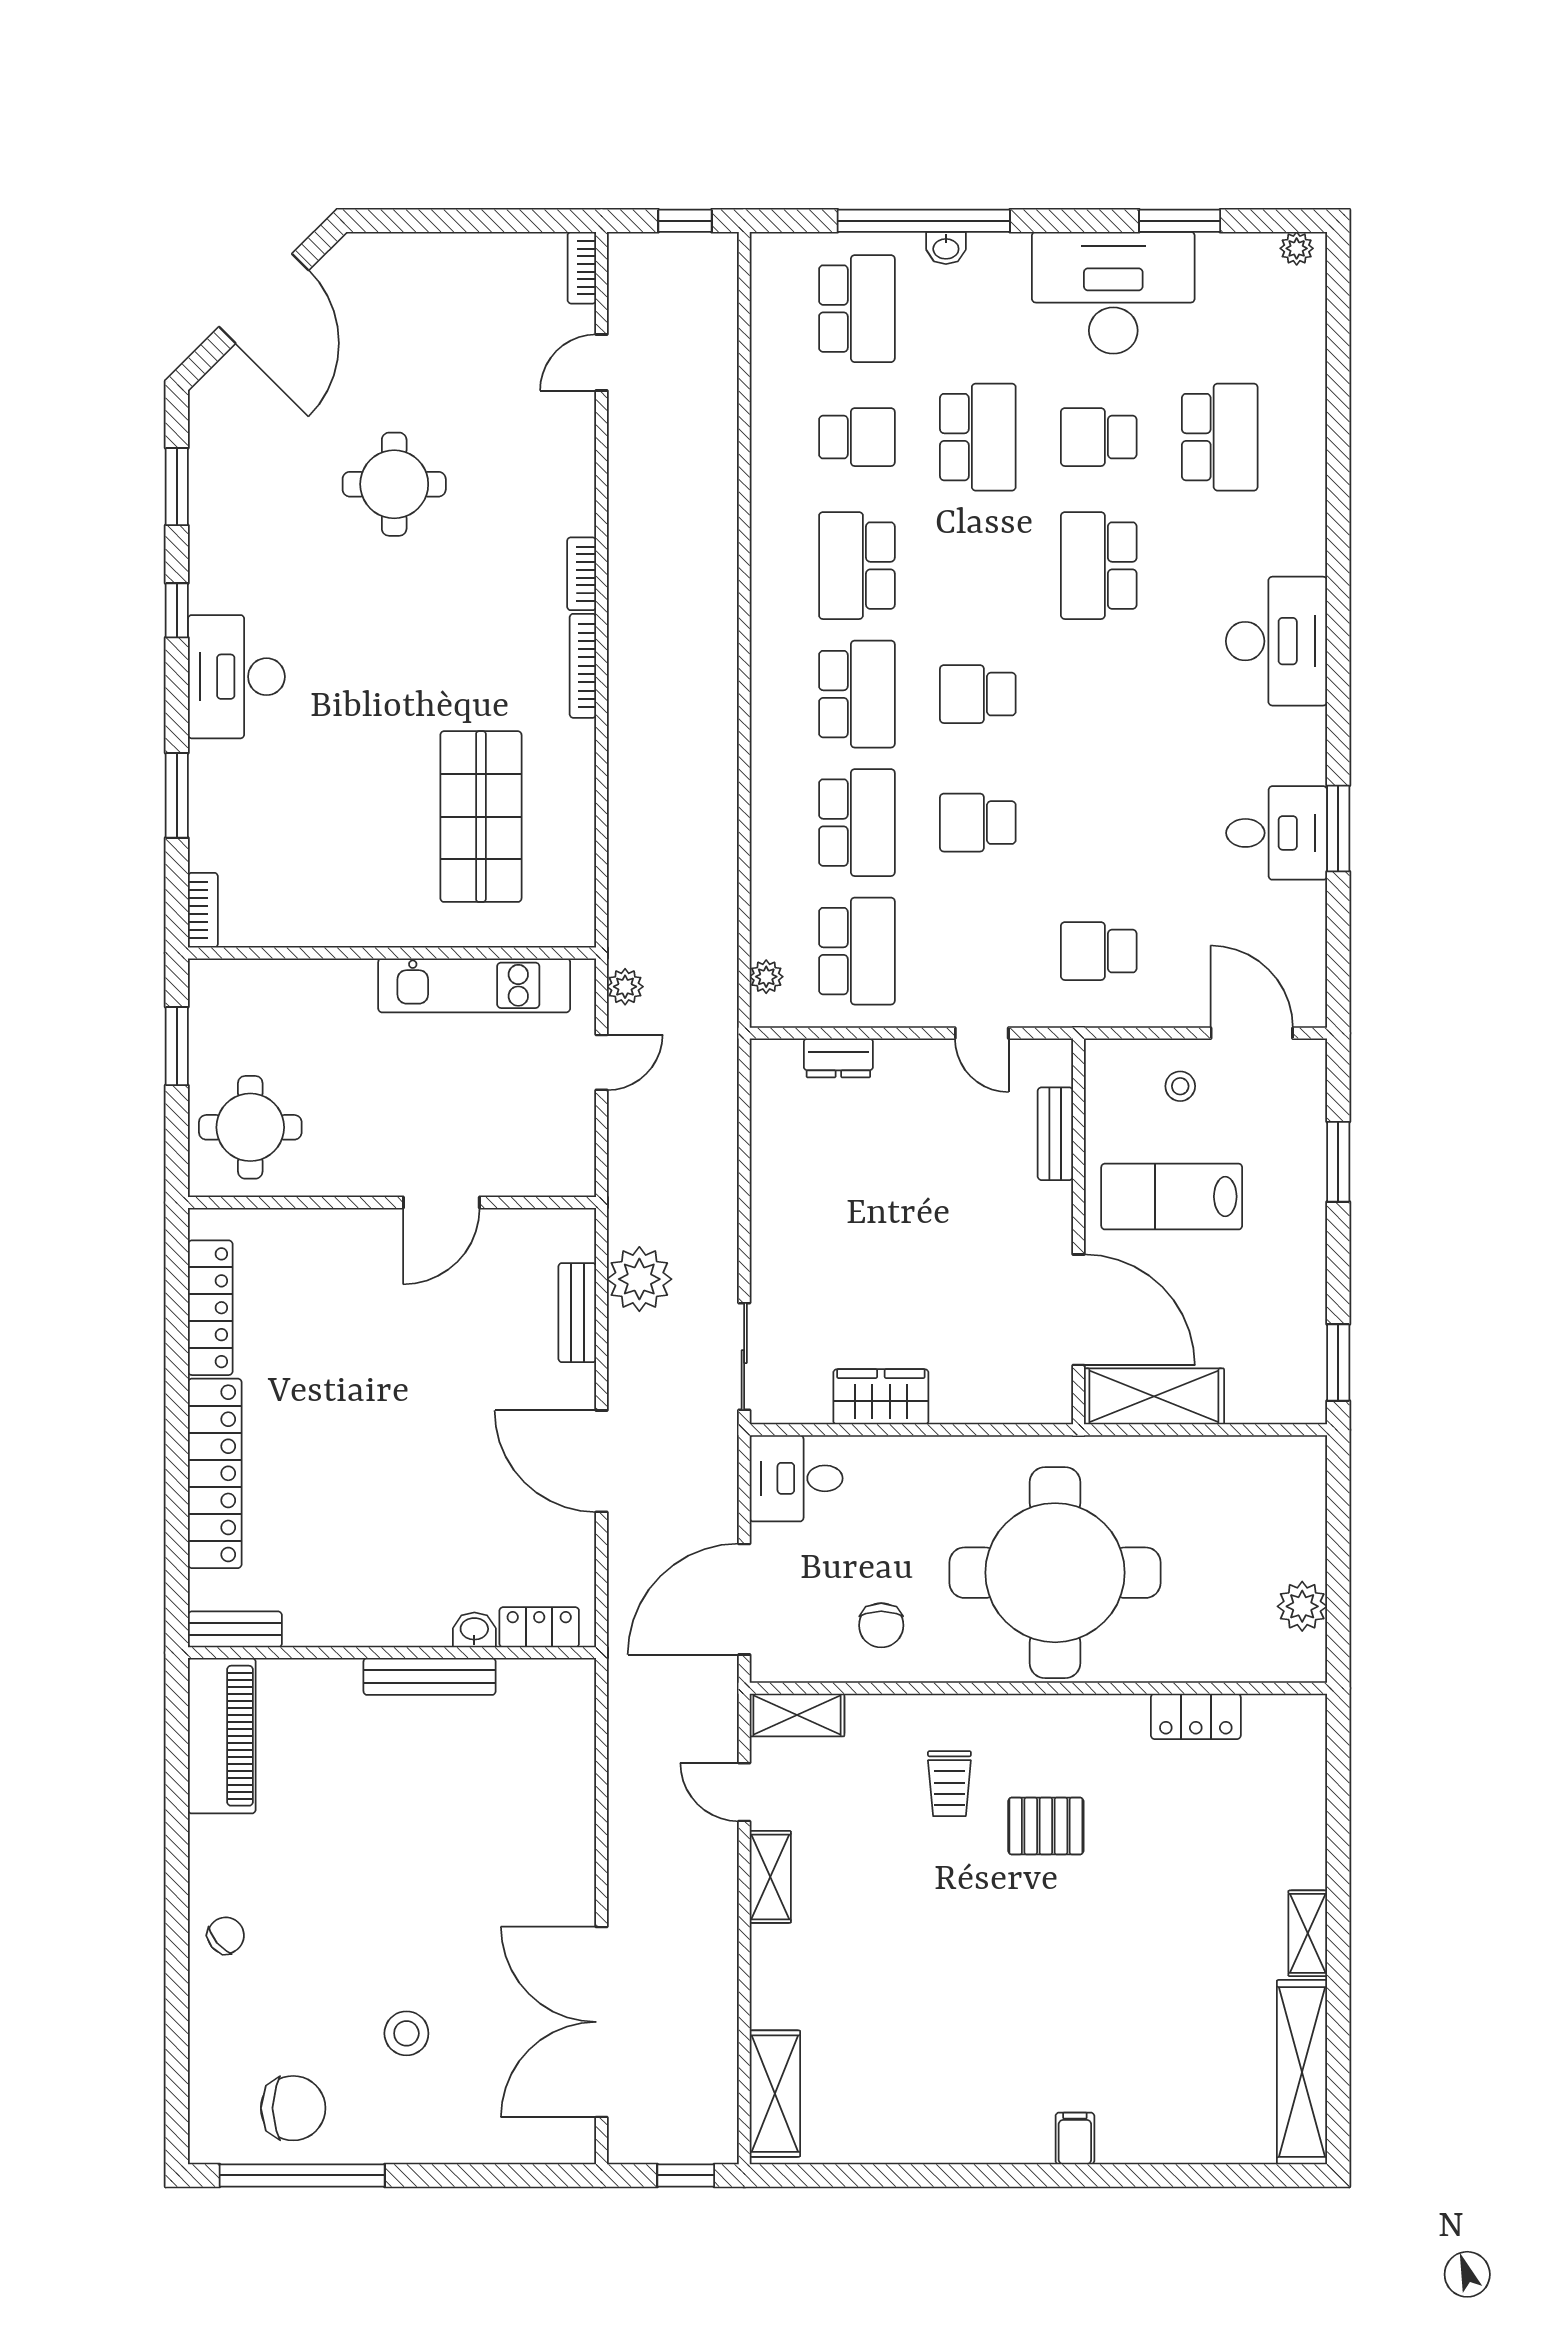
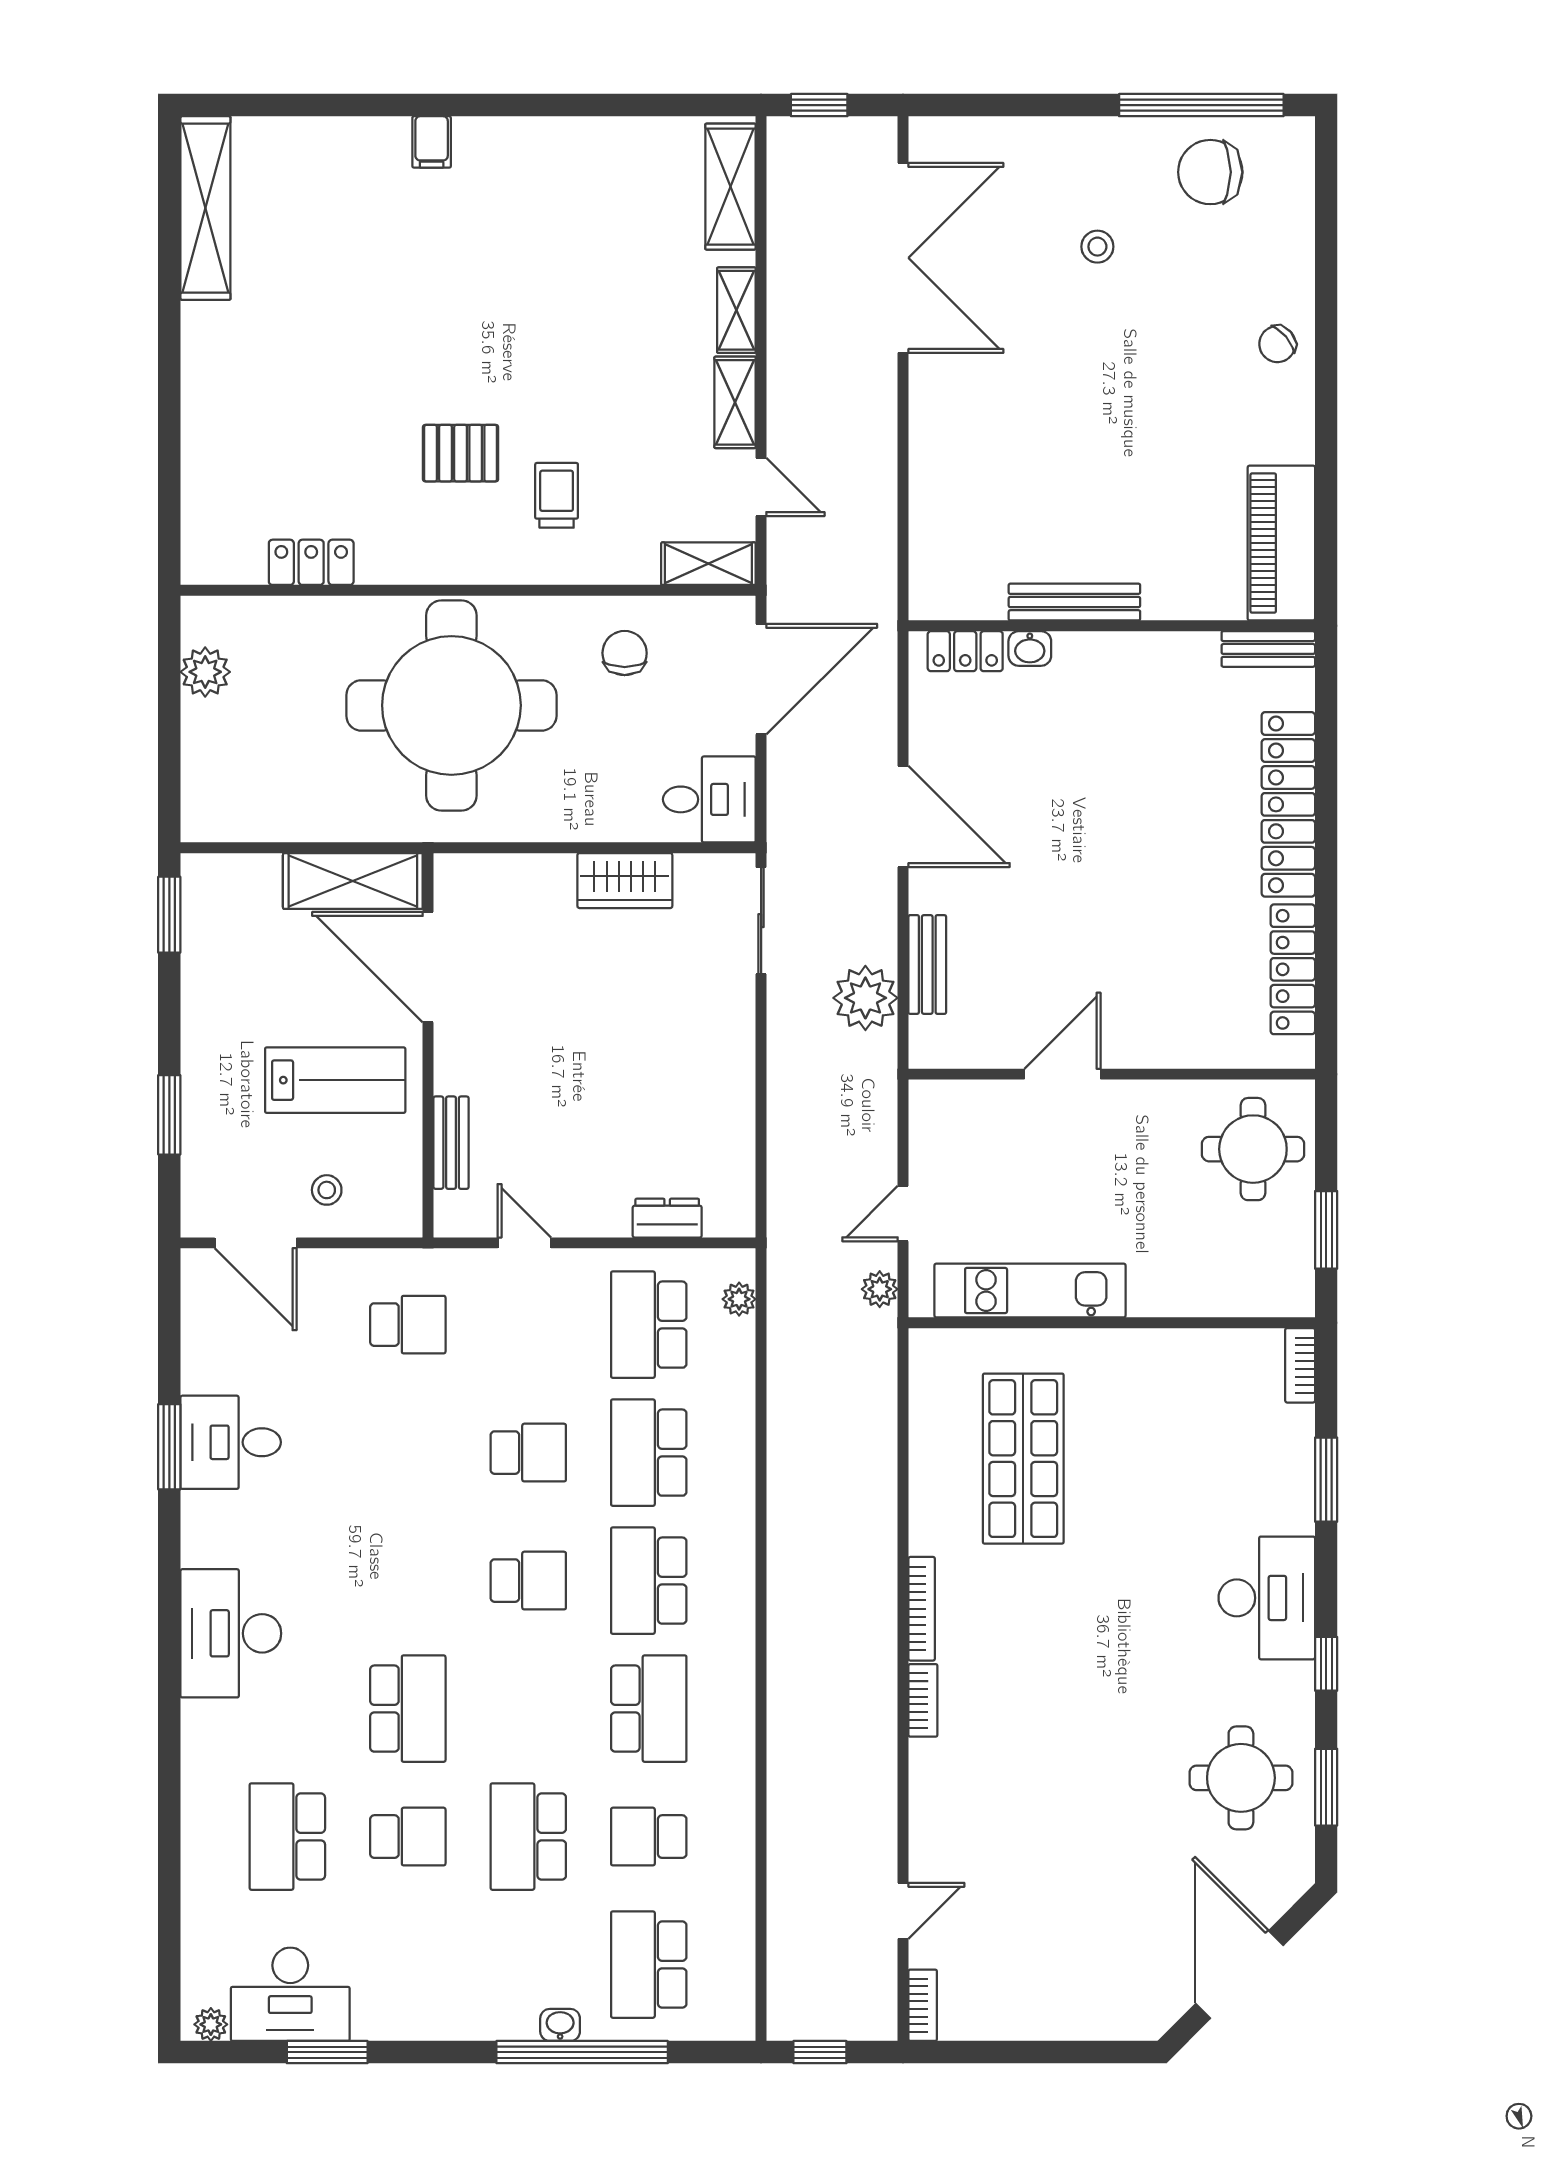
desk: (1113, 293) -> (290, 1994), moved, width x0.73, depth x0.77
round table: (394, 484) -> (1241, 1778), moved
shelving: (1308, 1933) -> (736, 310), moved
stool: (406, 2033) -> (1097, 247), width x0.73, depth x0.73

